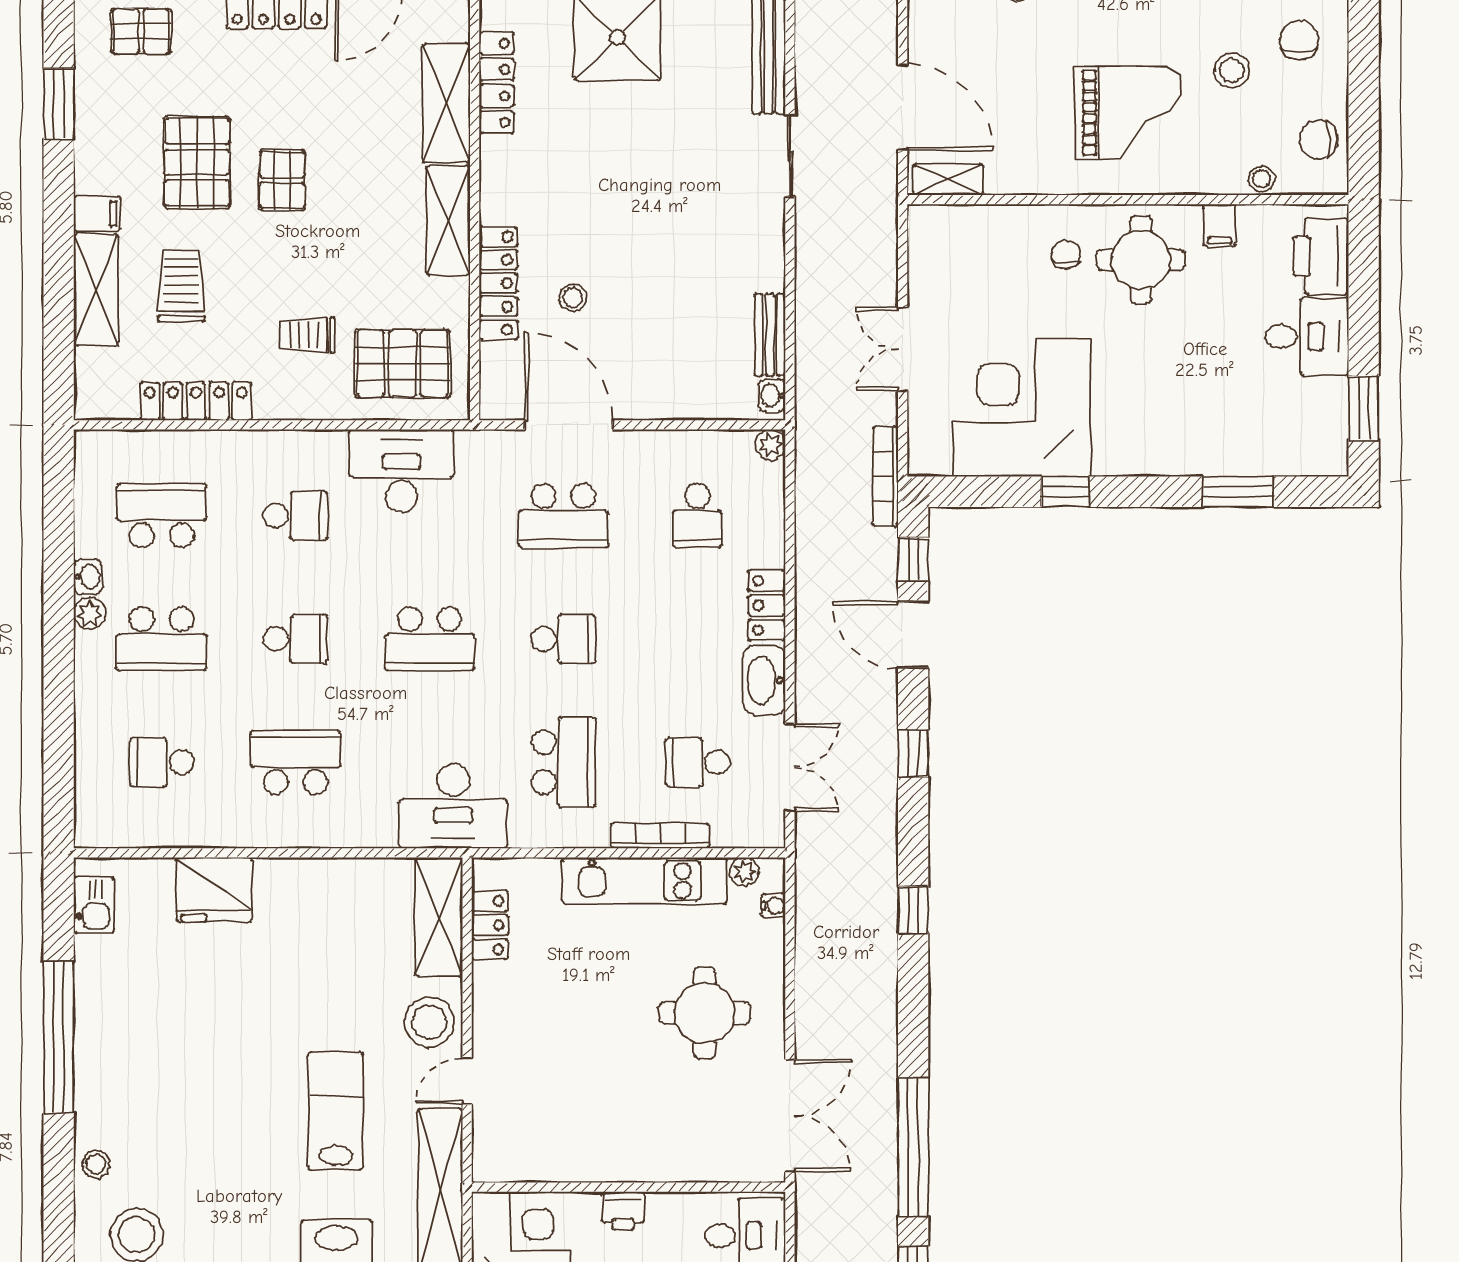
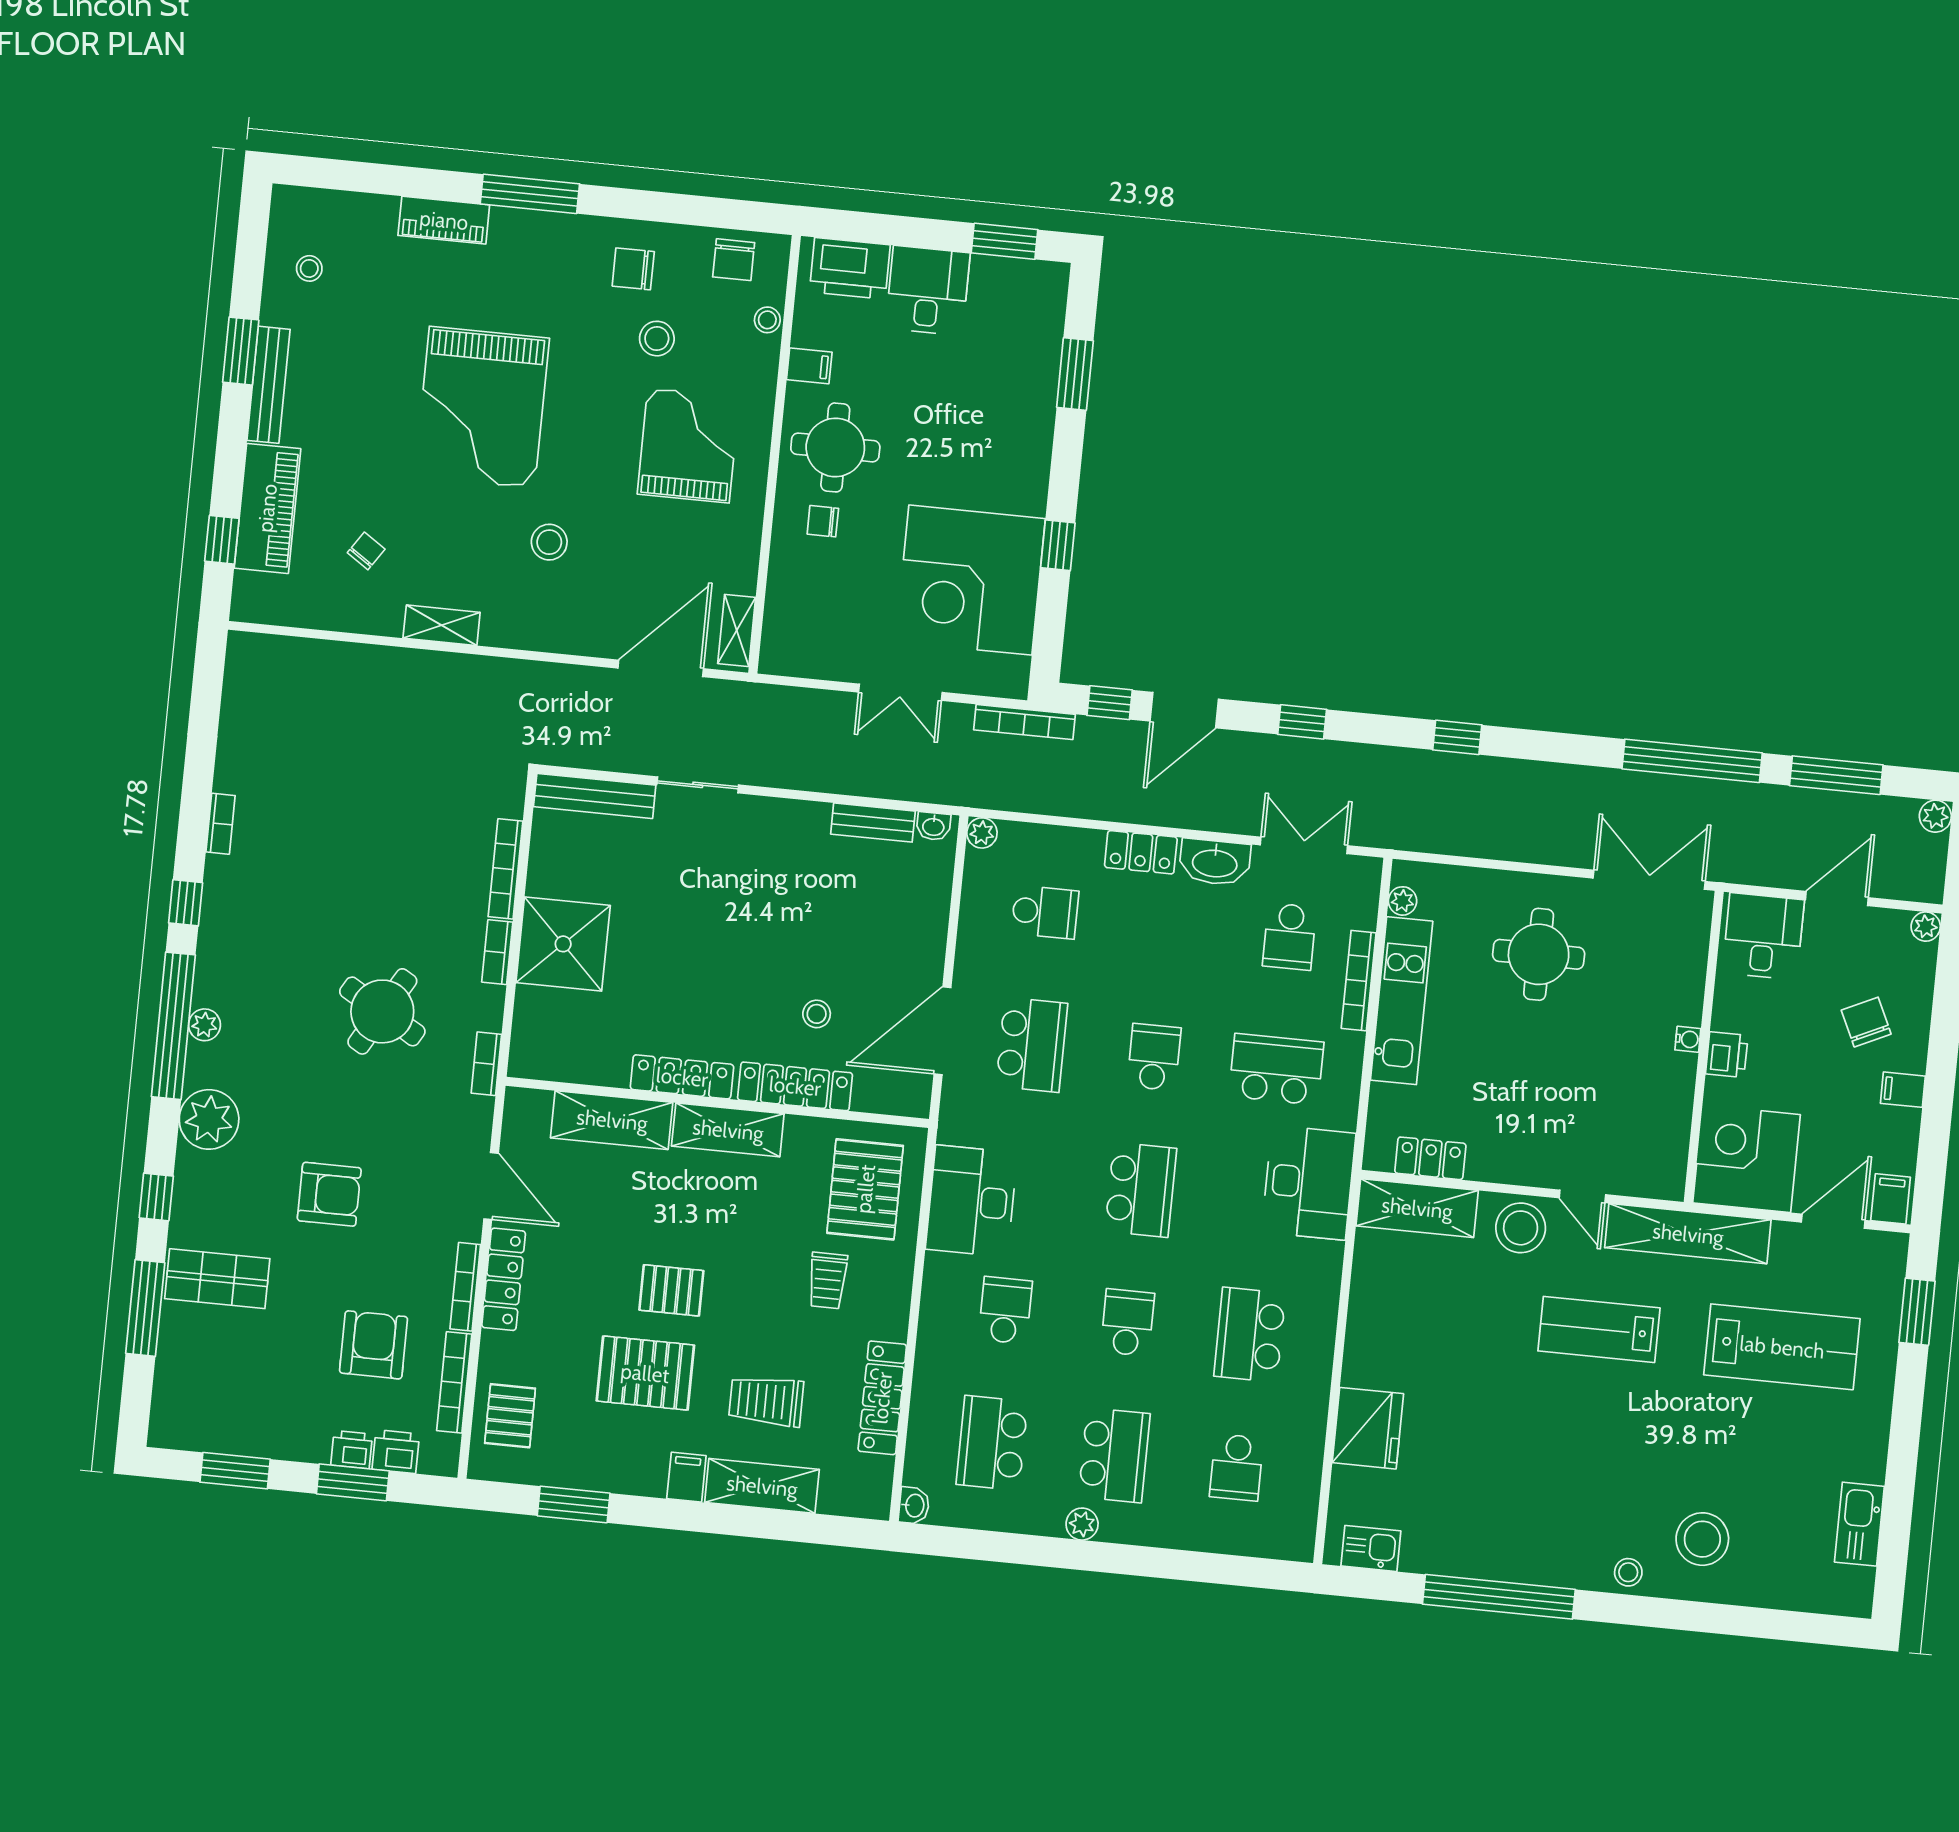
locker: (497, 83) -> (682, 1077), moved
washbasin: (88, 577) -> (914, 1506), moved, turned 90
water cooler: (773, 906) -> (1688, 1039), moved, turned 90

